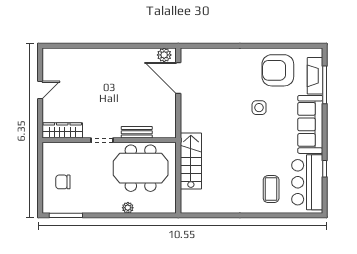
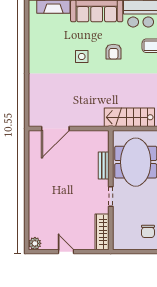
plant: (164, 55) -> (35, 243), moved
armchair: (278, 70) -> (113, 52), moved, width x0.53, depth x0.53

